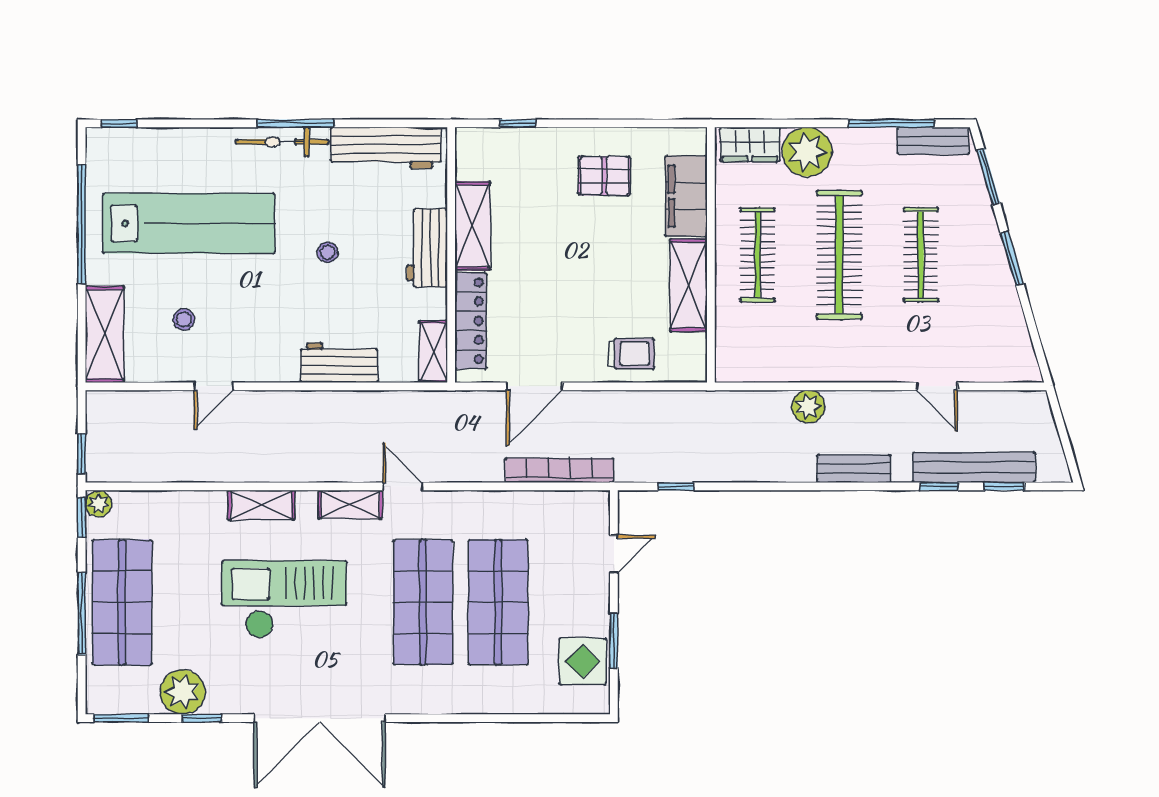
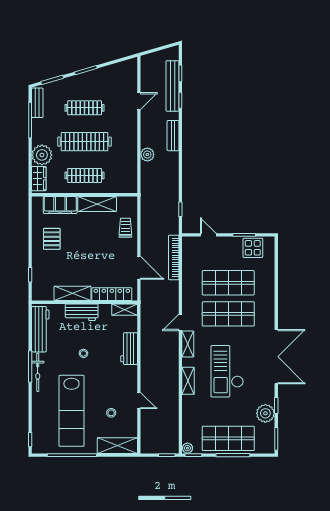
lab bench: (189, 223) -> (71, 411), turned 180

